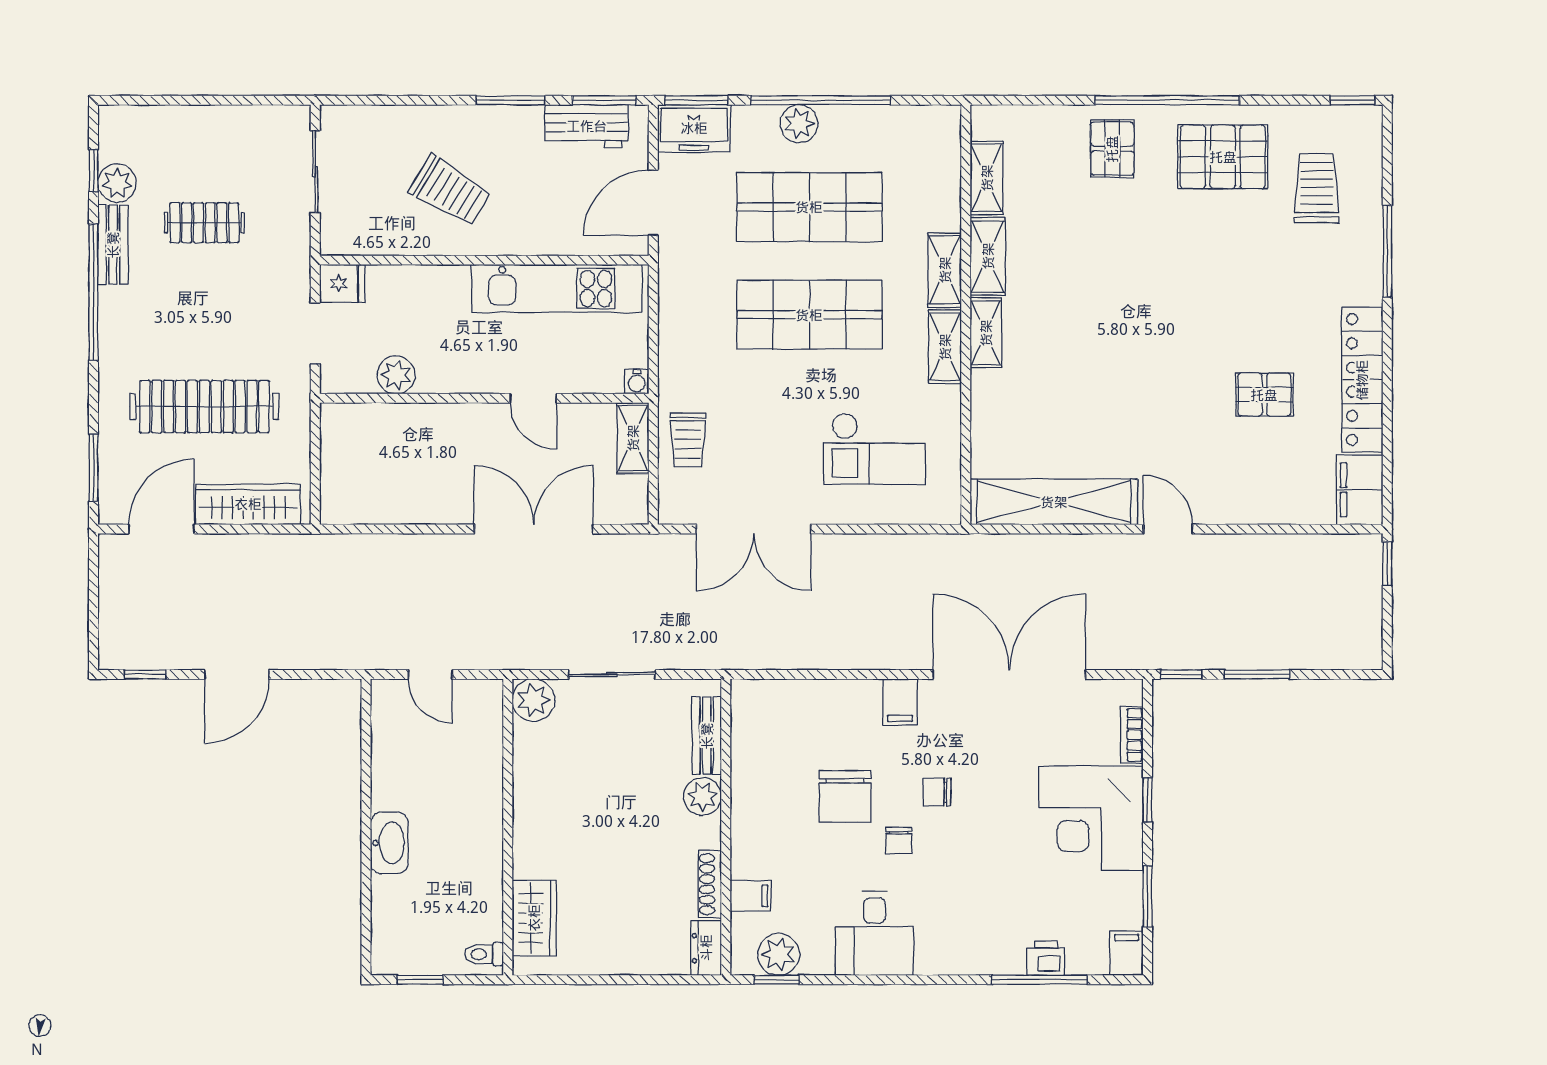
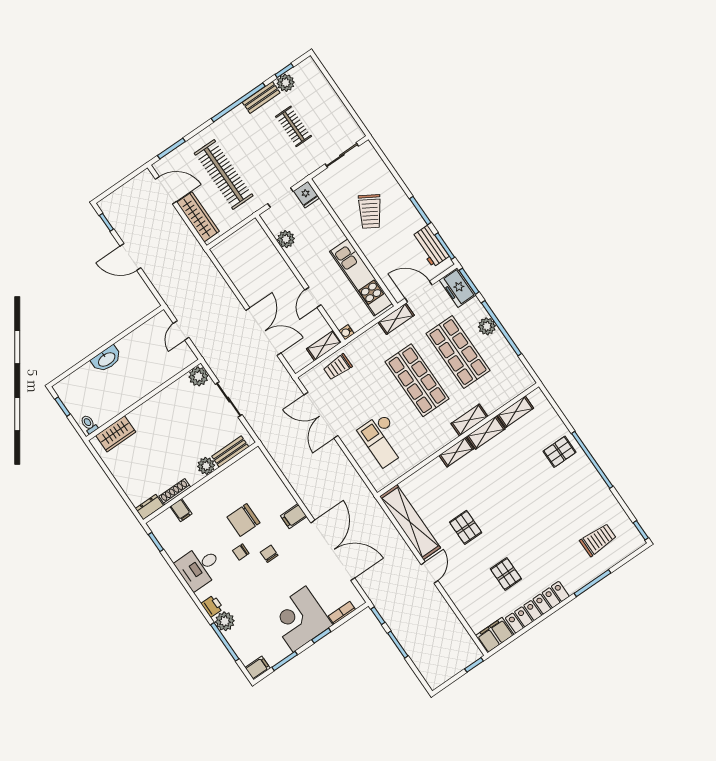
pallet: (1223, 157) -> (466, 527), moved, width x0.67, depth x0.71
shelving: (945, 347) -> (396, 319), moved
plant: (779, 954) -> (225, 621), moved
printer: (1046, 958) -> (212, 606), moved

